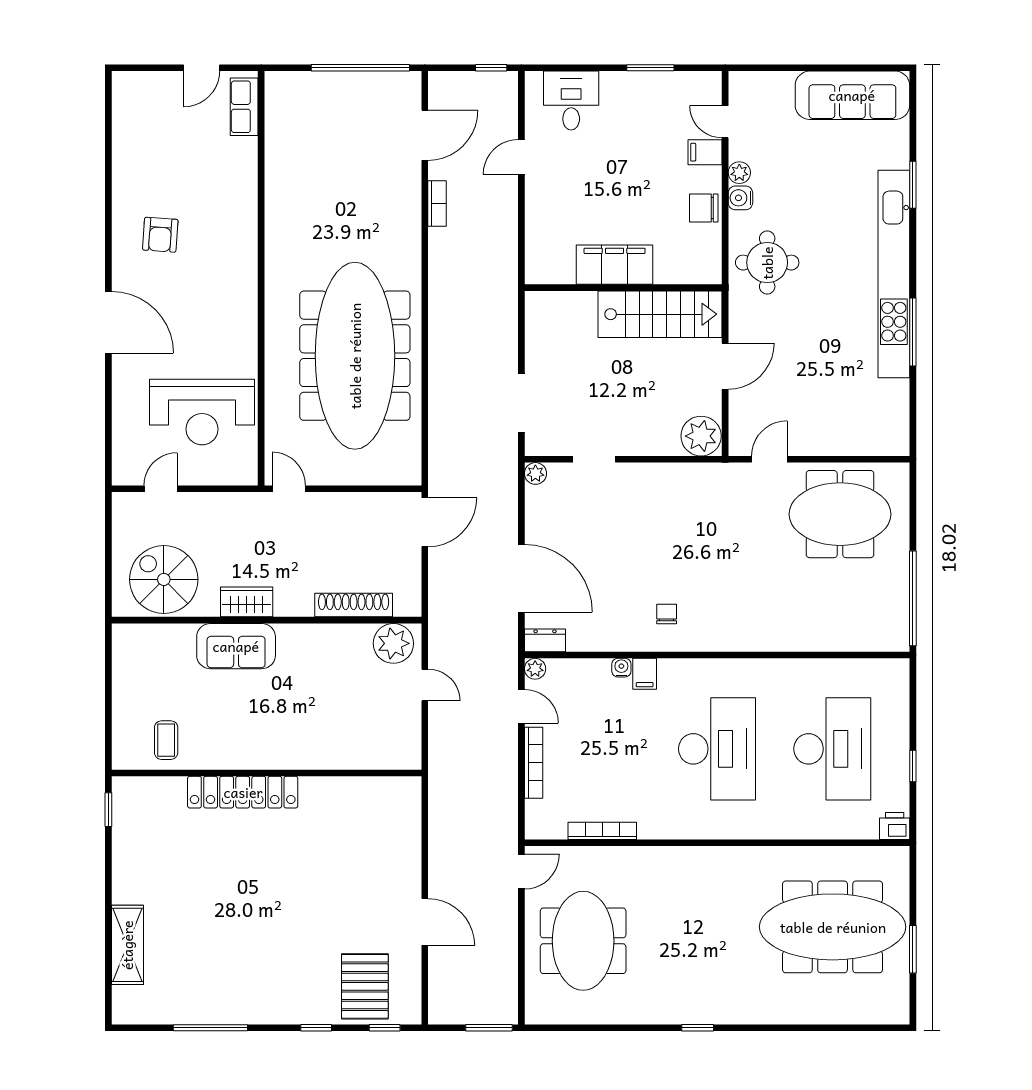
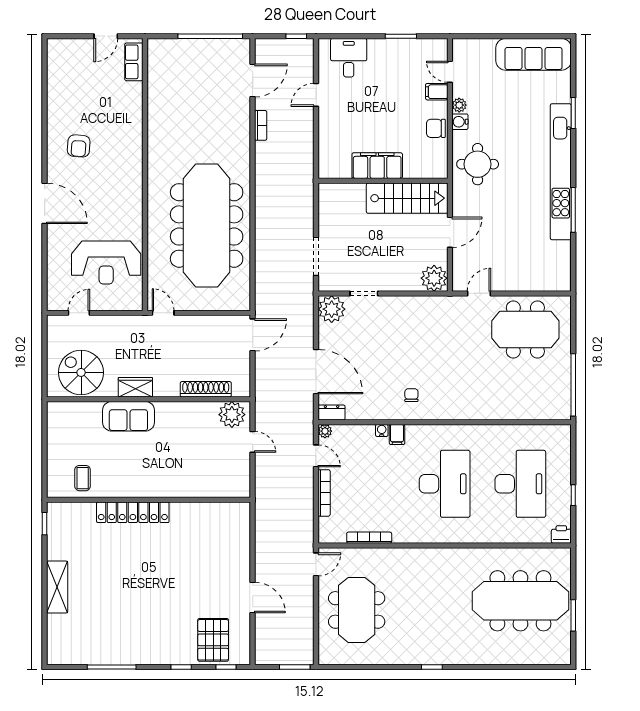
plant: (535, 473) -> (332, 309), width x1.88, depth x1.88
shelving: (127, 945) -> (57, 587), moved

